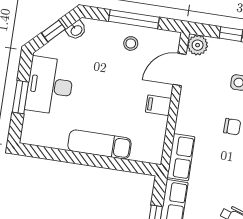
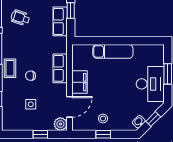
window: (134, 19) -> (103, 134), width x0.46
filing cabinet: (158, 105) -> (79, 82), width x2.00
row of seats: (181, 157) -> (60, 68), moved

